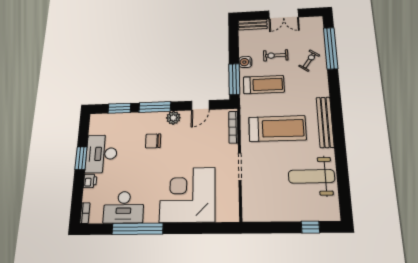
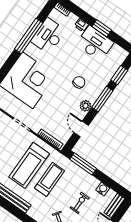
water cooler: (245, 62) -> (103, 189), moved
treadmill: (264, 85) -> (50, 179), moved, turned 180

